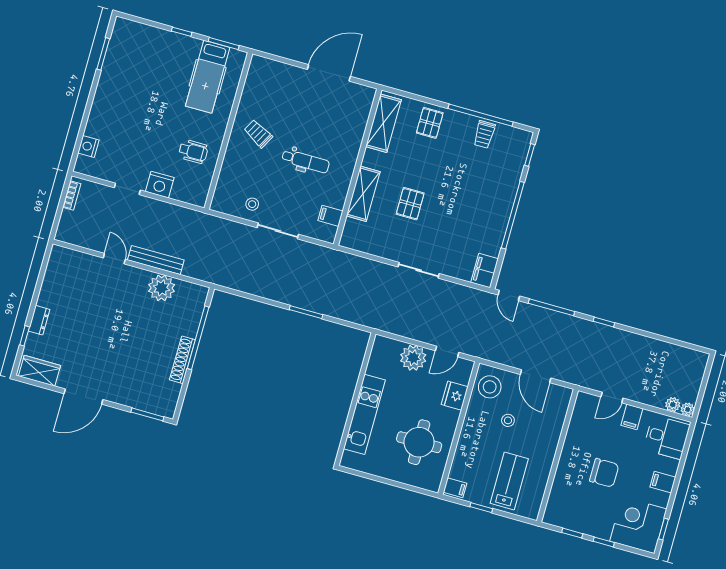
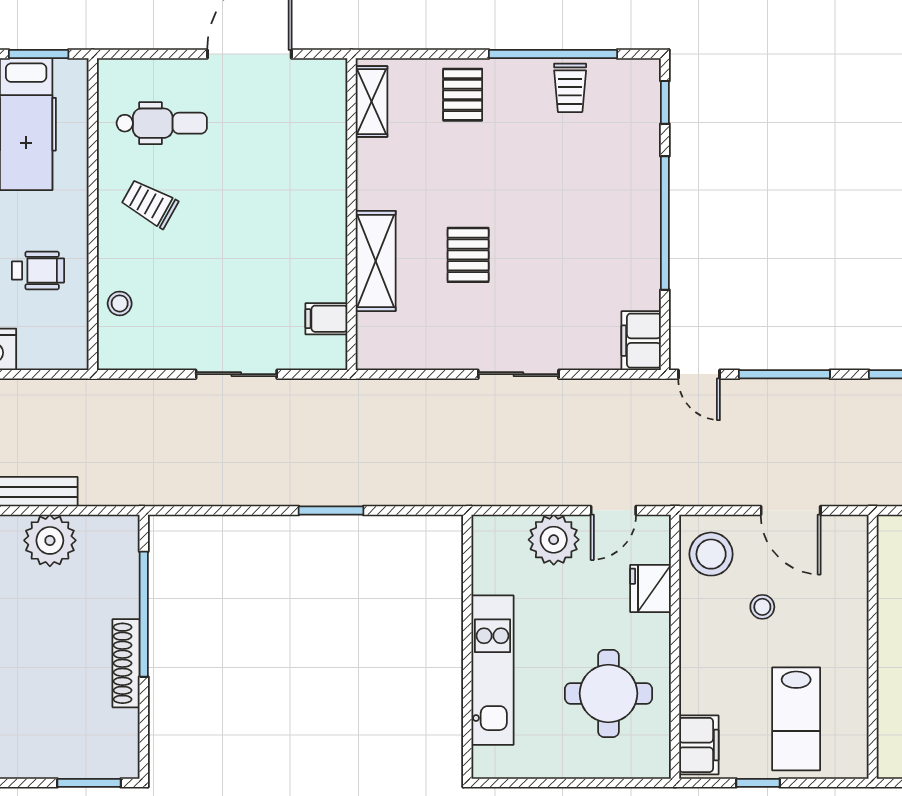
shelving: (383, 123) -> (372, 102), width x0.67, depth x0.75
dental chair: (306, 161) -> (162, 123), moved
stool: (252, 204) -> (120, 303), moved
lab bench: (509, 481) -> (796, 719), turned 180
filing cabinet: (455, 488) -> (699, 745), width x2.00

